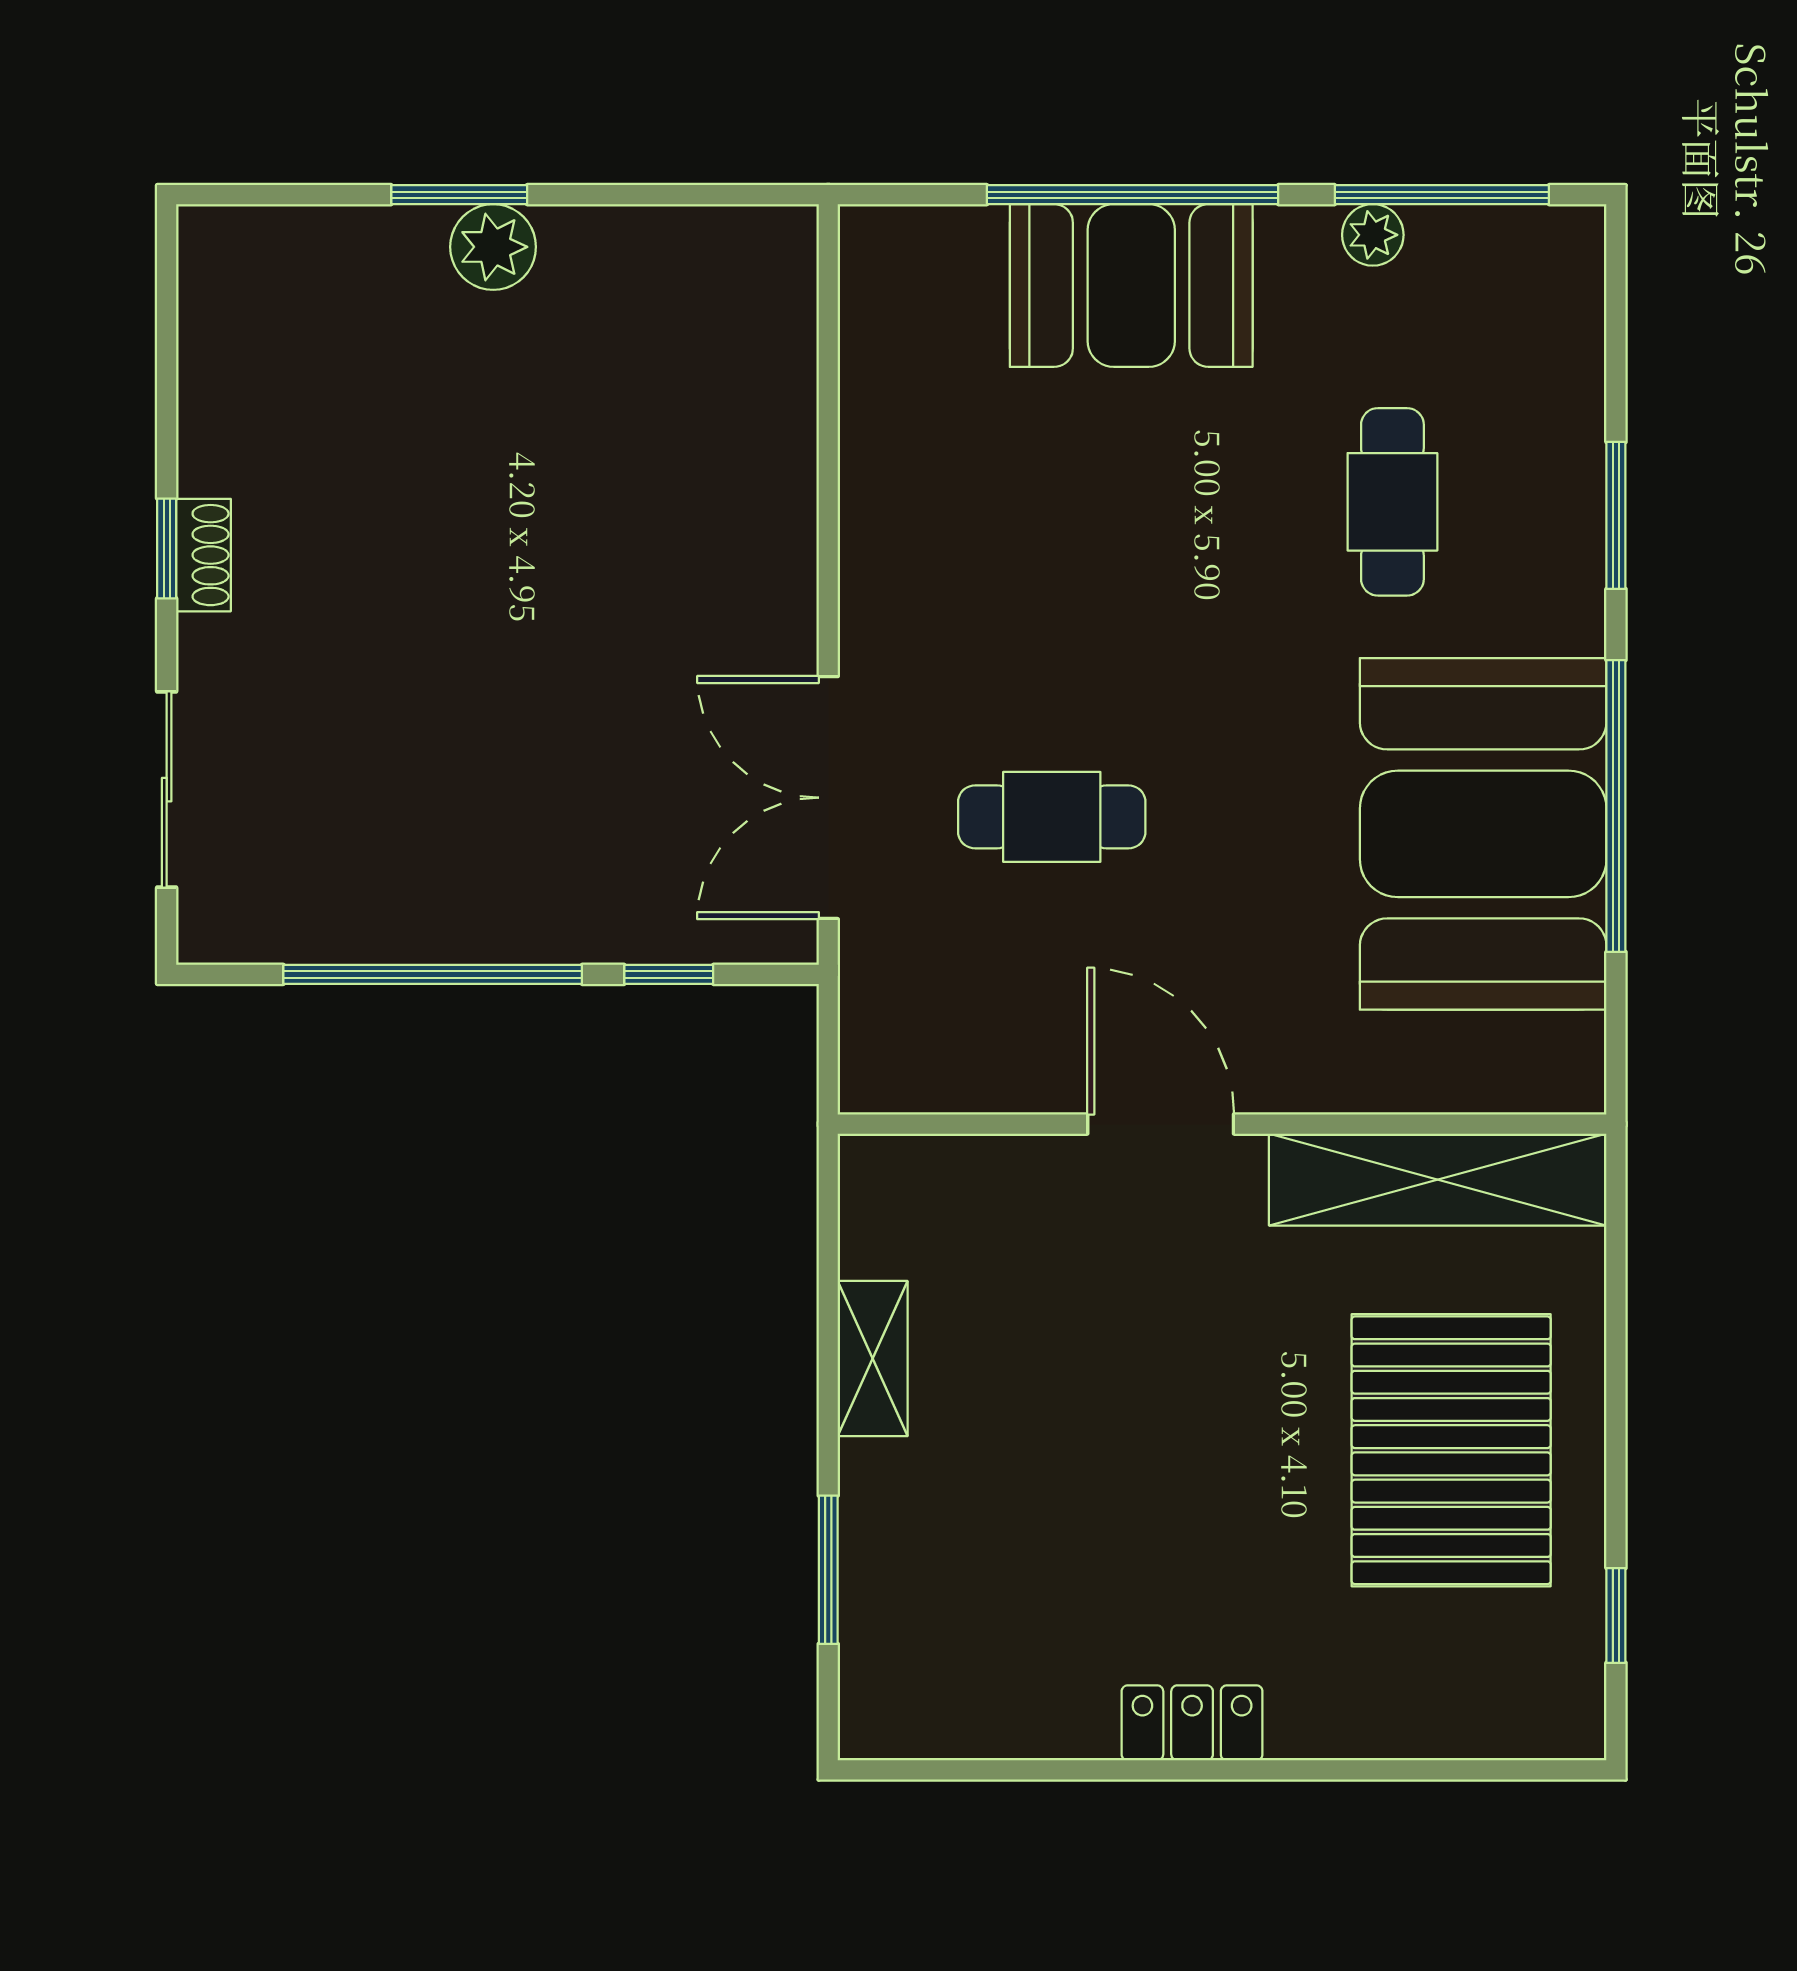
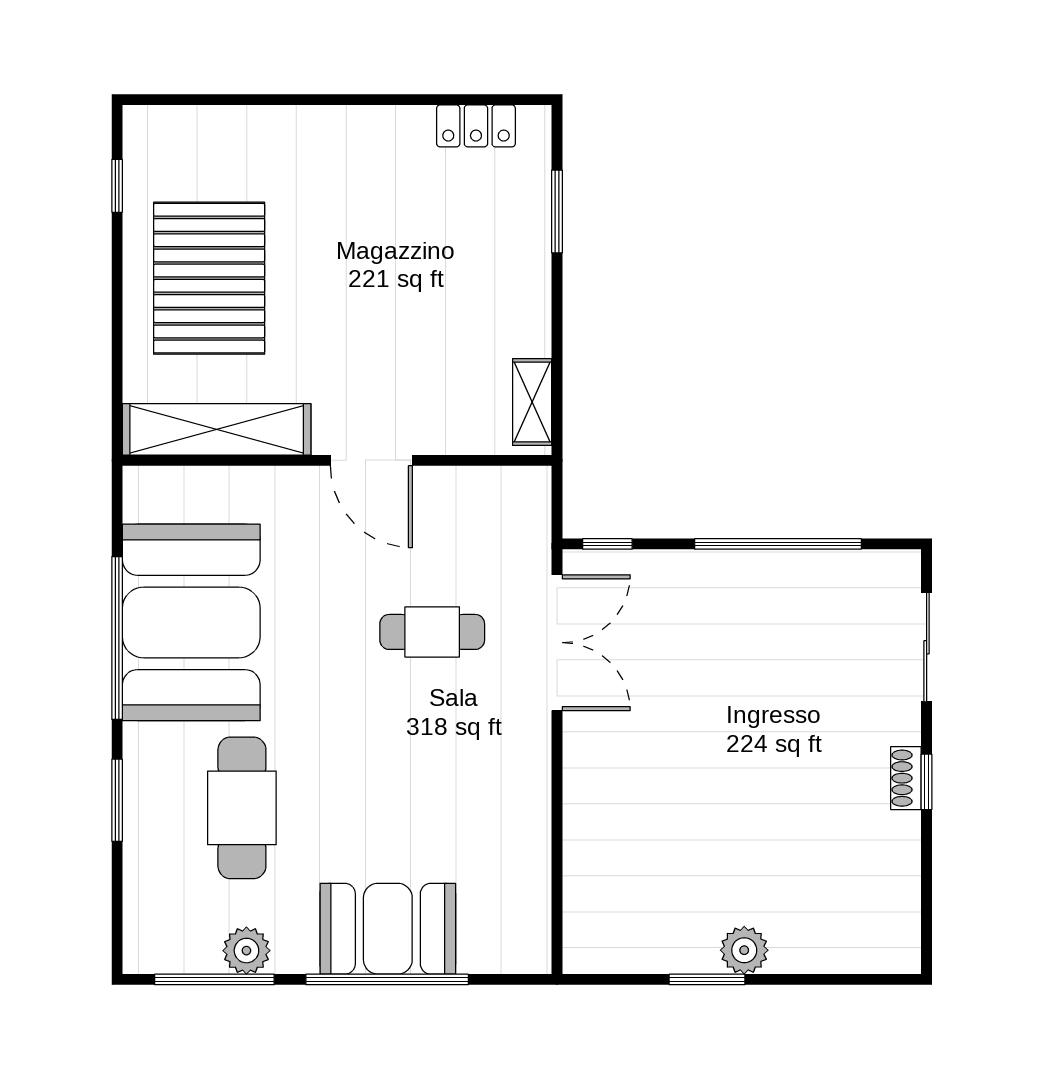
window: (459, 195) -> (707, 979), moved
plant: (1373, 235) -> (246, 951), width x1.38, depth x1.38
cafe table: (1392, 502) -> (242, 808), width x1.37, depth x1.35
window: (669, 974) -> (607, 544), moved
shelving: (873, 1359) -> (532, 402), moved
locker: (1192, 1723) -> (476, 126), moved

